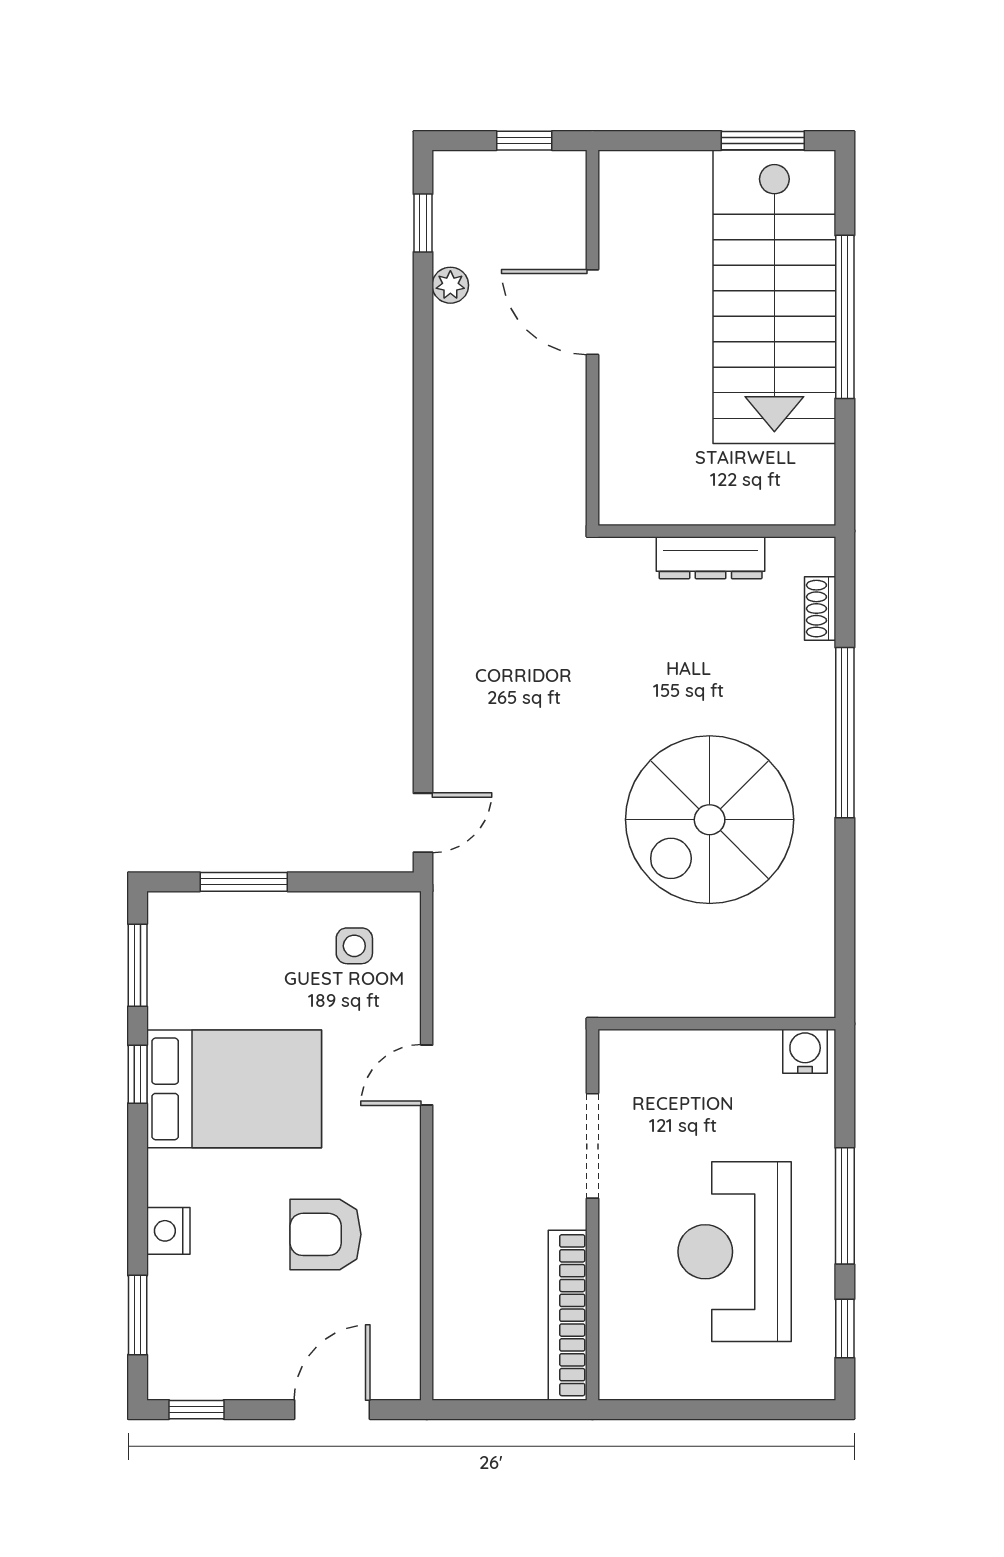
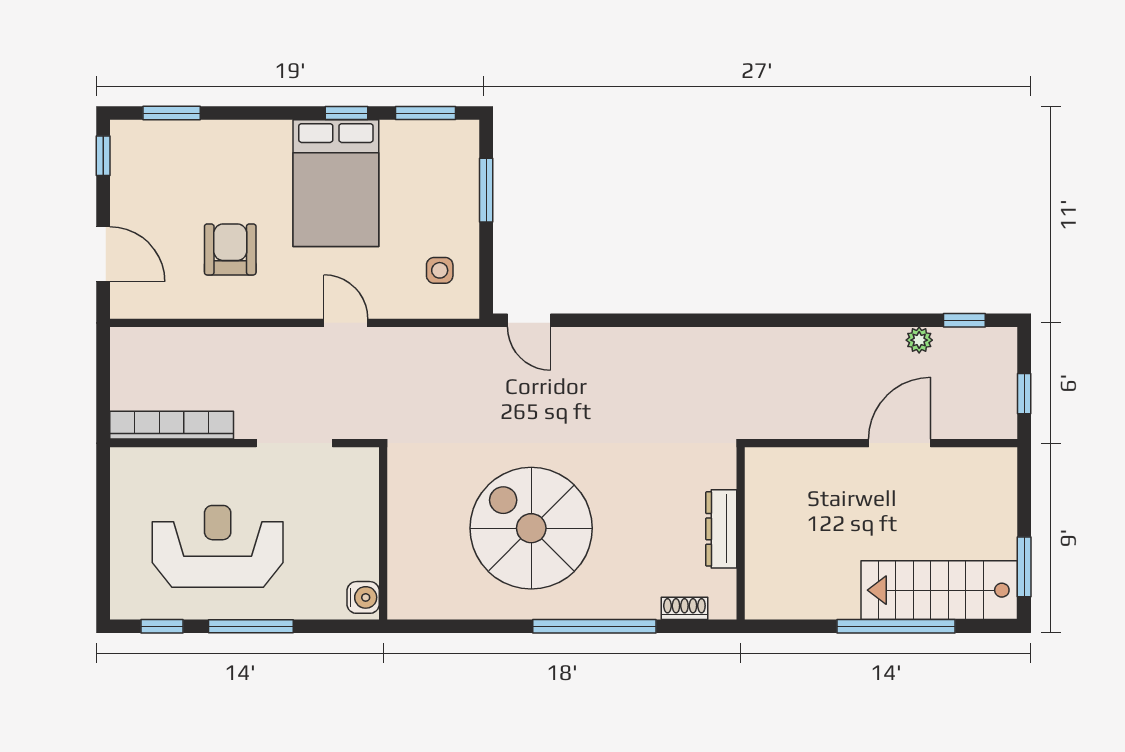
stairs: (774, 297) -> (939, 590), width x0.73, depth x0.66
nightstand: (168, 1231) -> (233, 135), removed

